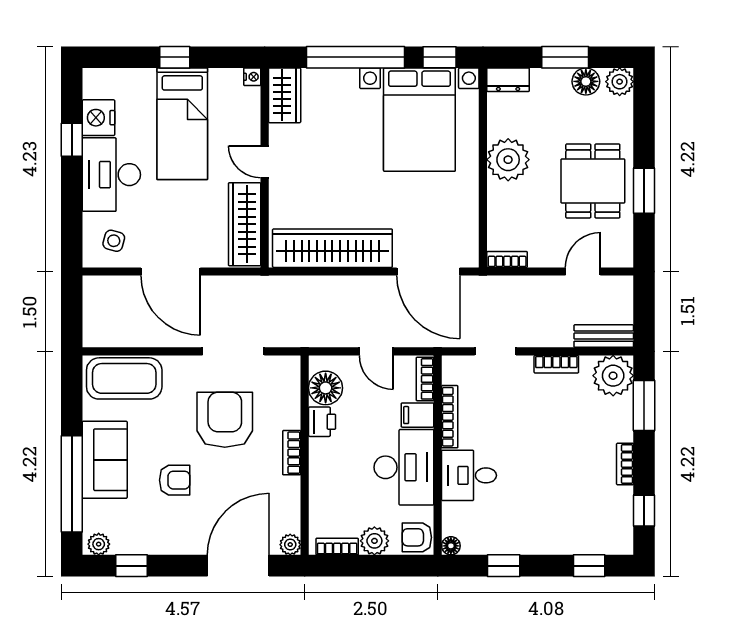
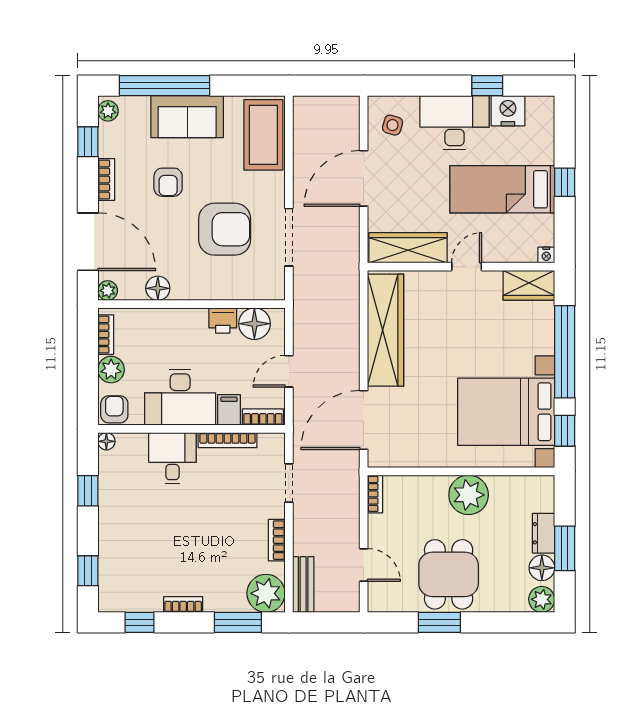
dresser: (508, 80) -> (544, 533), moved
dining table: (593, 181) -> (449, 574), turned 90
bookcase: (292, 453) -> (106, 179), moved, turned 90
floor lamp: (288, 491) -> (158, 288), added

